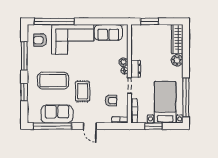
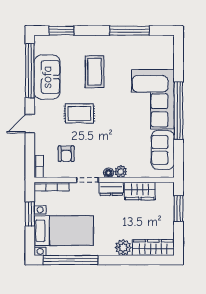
window: (54, 21) -> (178, 111), moved
armchair: (40, 40) -> (152, 53), removed
wardrobe: (137, 49) -> (140, 191), added
coffee table: (53, 81) -> (95, 72), width x0.73, depth x0.76
window: (24, 92) -> (61, 31), moved

